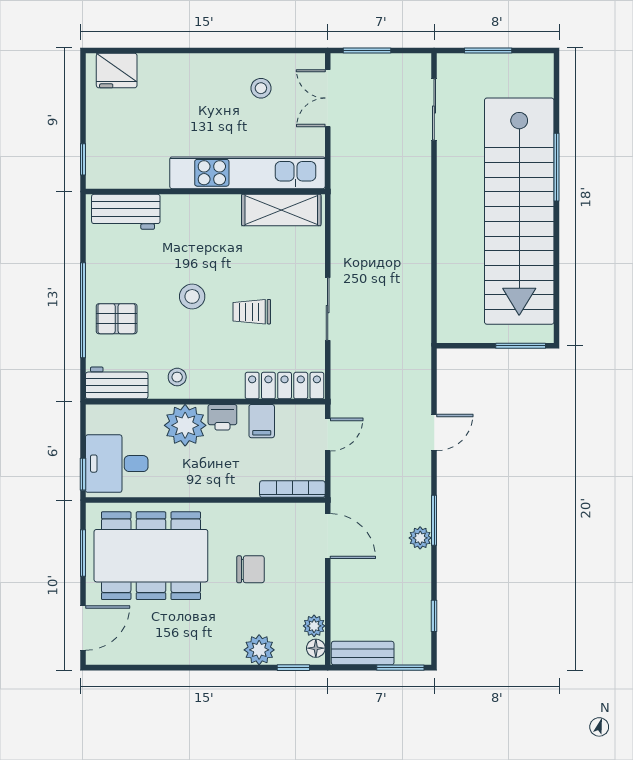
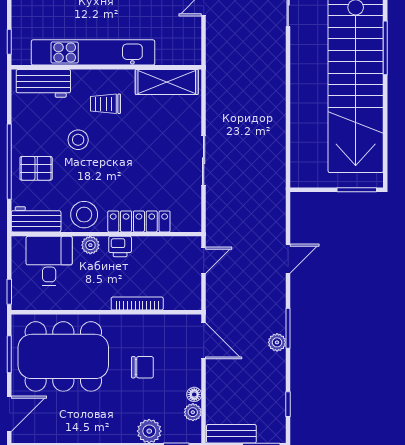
kitchen unit: (247, 173) -> (93, 52), moved
stool: (192, 296) -> (78, 140), moved
trolley: (252, 312) -> (106, 104), moved
stool: (177, 377) -> (84, 215), width x1.89, depth x1.89
locker: (285, 386) -> (139, 221), moved
filing cabinet: (262, 421) -> (151, 250), removed
plant: (185, 425) -> (90, 245), width x0.53, depth x0.53
desk: (117, 464) -> (49, 261), moved, turned 90
bookcase: (292, 489) -> (137, 304), moved
floor lamp: (316, 648) -> (194, 394), moved

